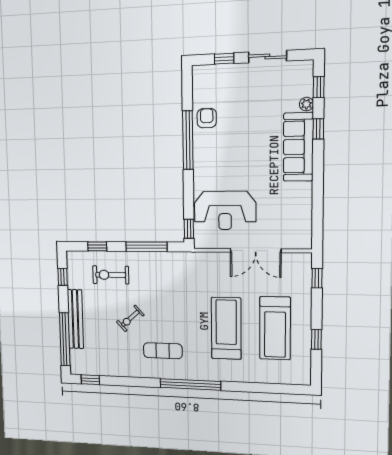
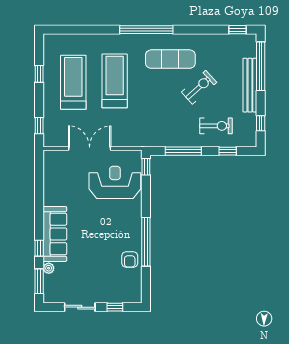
window: (319, 87) -> (39, 281), width x1.50
exercise bike: (130, 318) -> (199, 87), width x1.38, depth x1.39
treadmill: (226, 328) -> (115, 81), turned 180
exercise mat: (163, 351) -> (170, 59), width x1.36, depth x1.45

